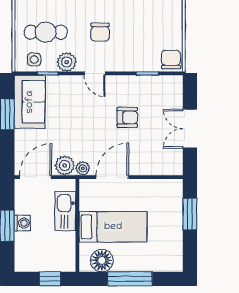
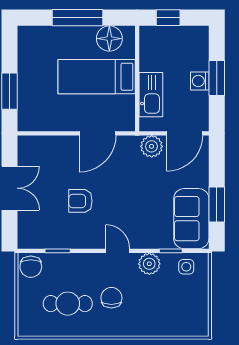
cafe table: (46, 32) -> (68, 304), moved
plant: (83, 168) -> (131, 143), removed

